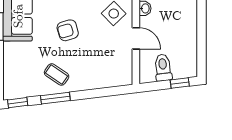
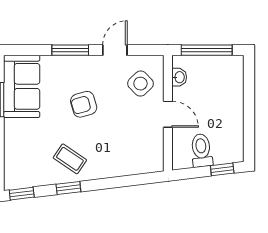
window: (55, 98) -> (68, 188), width x0.67

